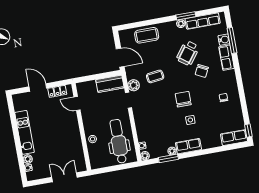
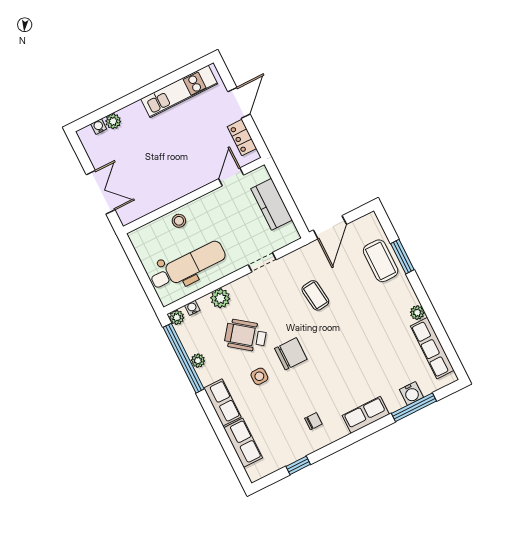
window: (186, 16) -> (402, 257), moved
wheelchair: (188, 53) -> (246, 336), moved
row of seats: (227, 58) -> (366, 415), moved
chair: (202, 71) -> (348, 371), removed
kitchen counter: (110, 84) -> (272, 204), moved
plant: (134, 85) -> (220, 298), moved
window: (248, 131) -> (298, 465), moved
kitchen unit: (25, 132) -> (179, 91), moved
row of seats: (234, 138) -> (243, 443), moved
row of seats: (188, 146) -> (222, 402), moved
window: (168, 158) -> (184, 358), width x2.11

